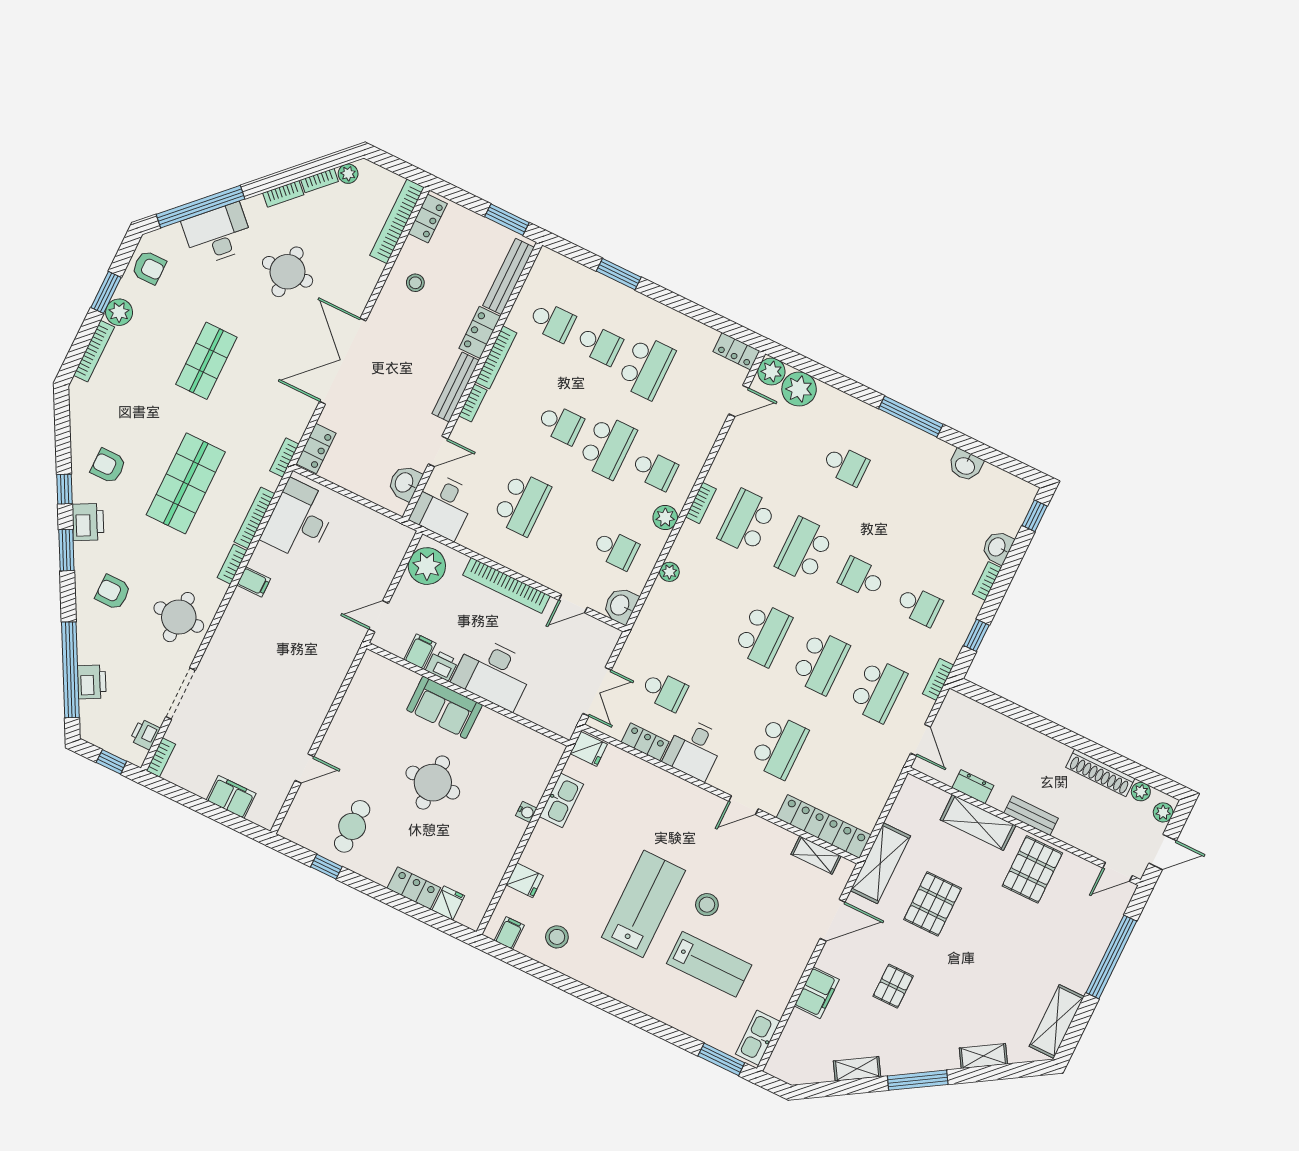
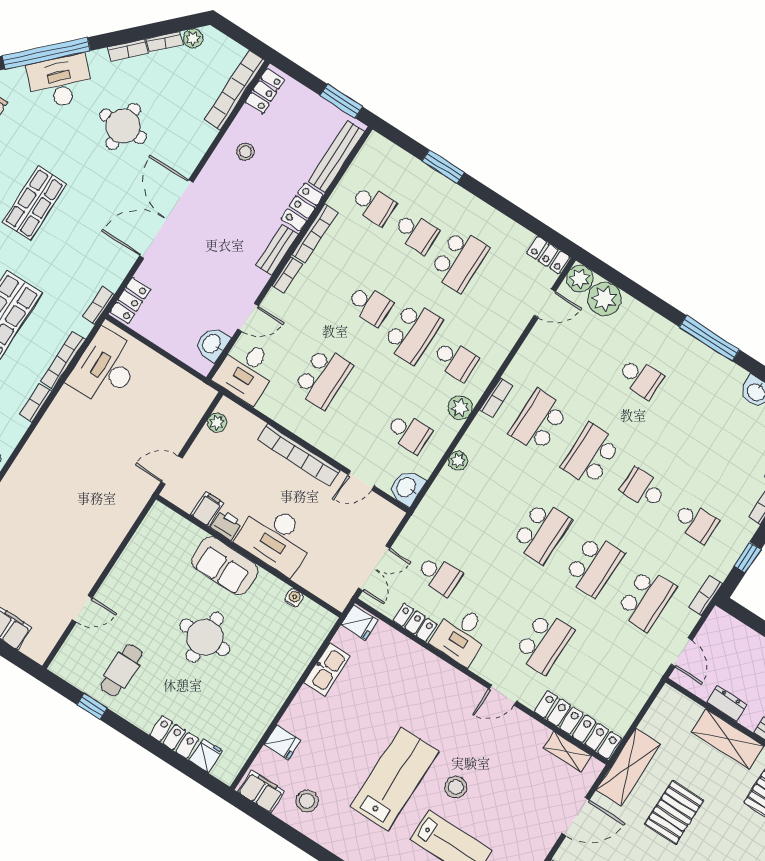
bench: (456, 387) -> (277, 250), width x0.73
plant: (427, 566) -> (217, 423), width x0.53, depth x0.53
filing cabinet: (254, 582) -> (54, 422), removed
water cooler: (526, 812) -> (294, 598), moved, turned -90
filing cabinet: (509, 933) -> (261, 792), width x2.00

